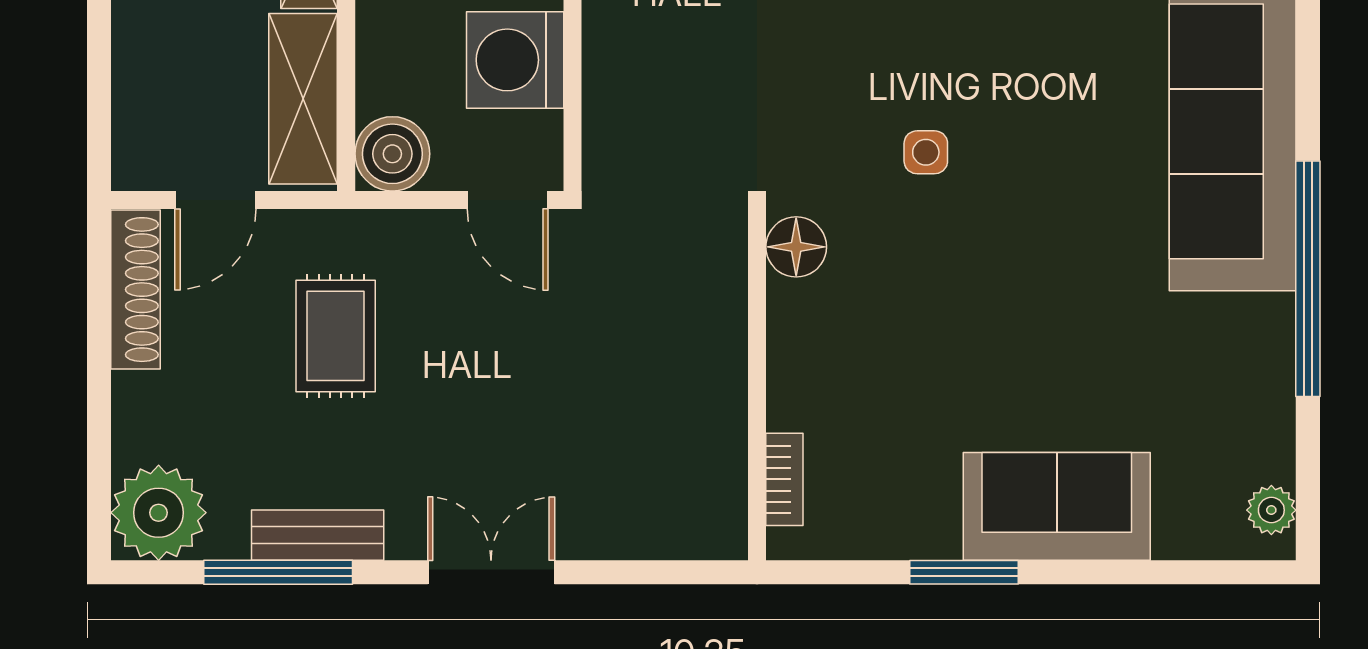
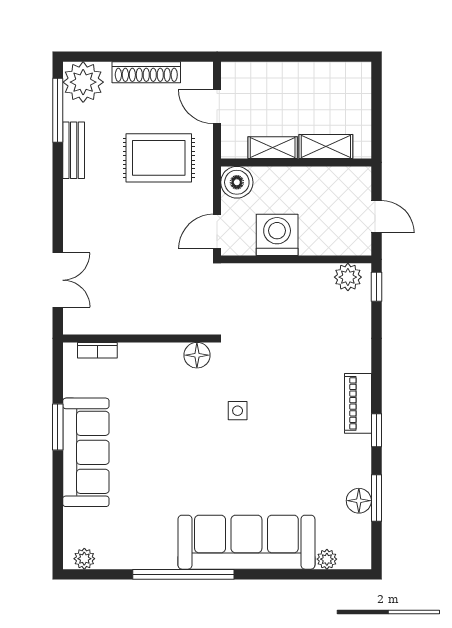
shelving: (303, 99) -> (273, 148), width x0.67, depth x0.75
shoe rack: (136, 290) -> (146, 72), moved
rug: (336, 336) -> (159, 158), width x1.36, depth x1.43
sofa: (1057, 506) -> (86, 452), width x1.36
window: (278, 572) -> (58, 110), moved
double door: (491, 572) -> (58, 280), moved

